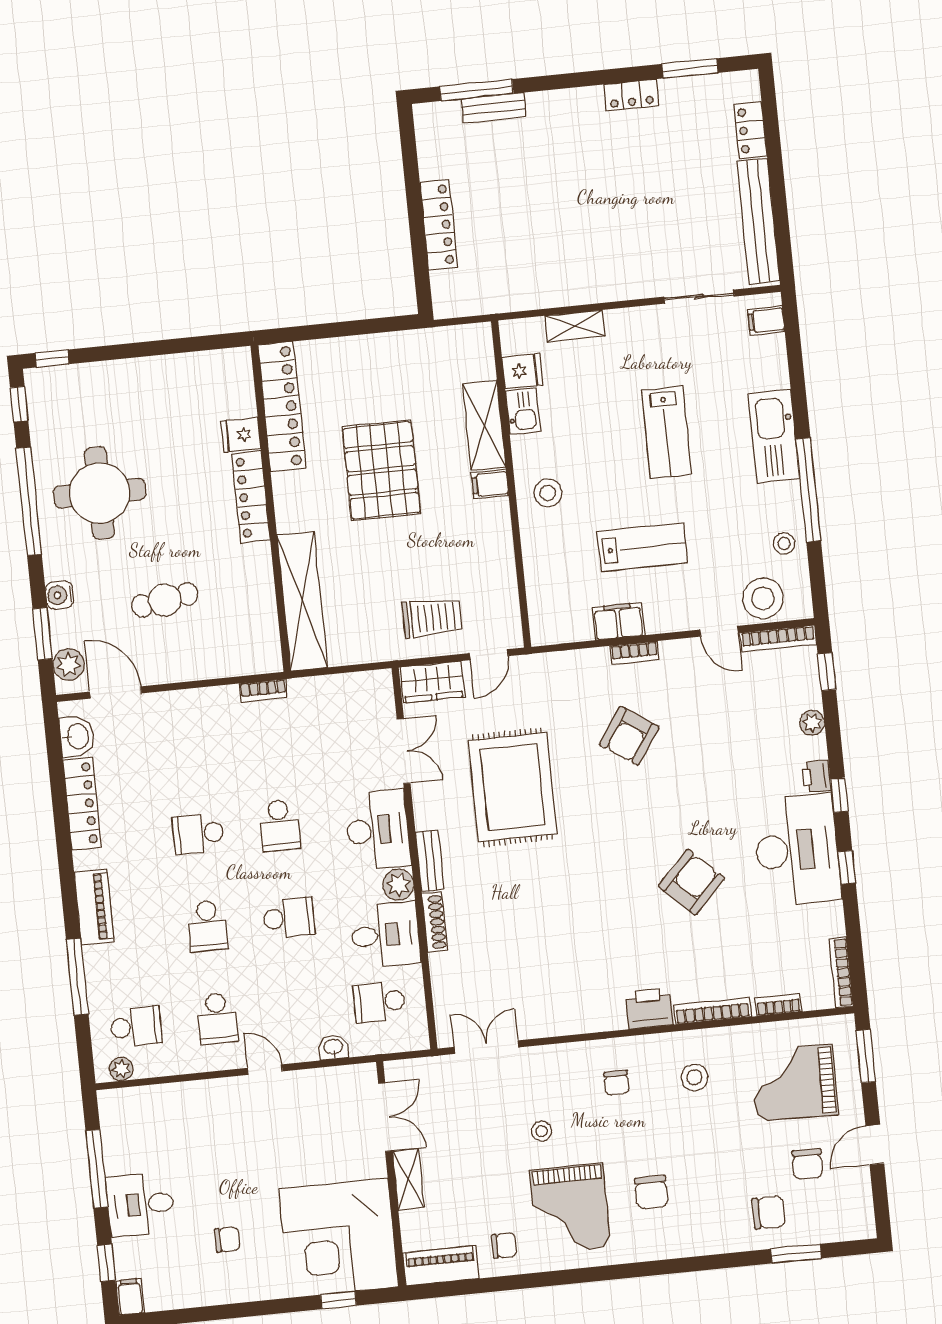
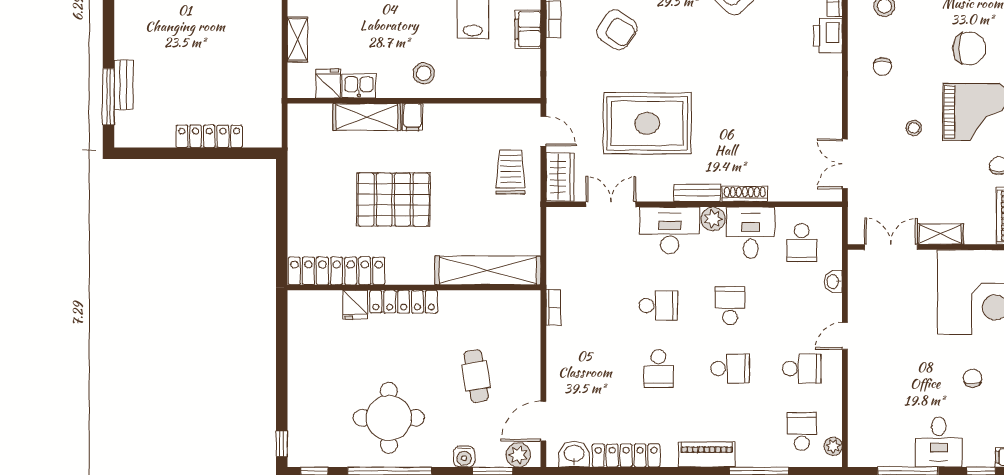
chair: (617, 1083) -> (882, 67), turned 90
chair: (651, 1192) -> (969, 48), width x1.37, depth x1.37

